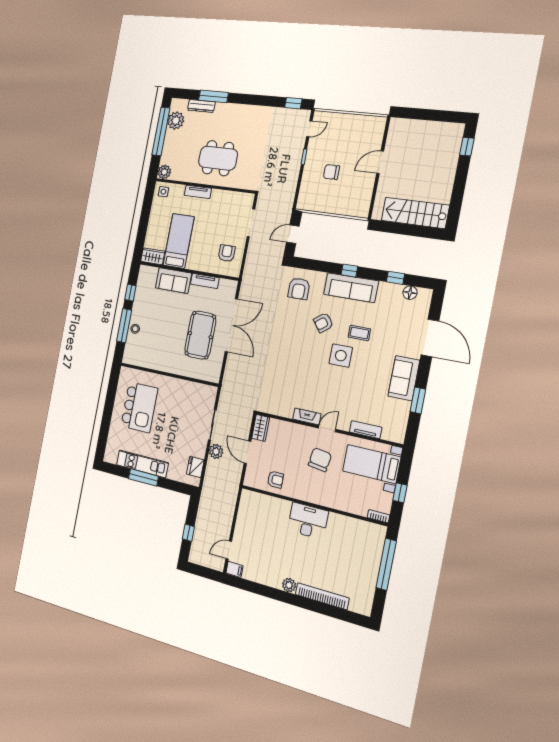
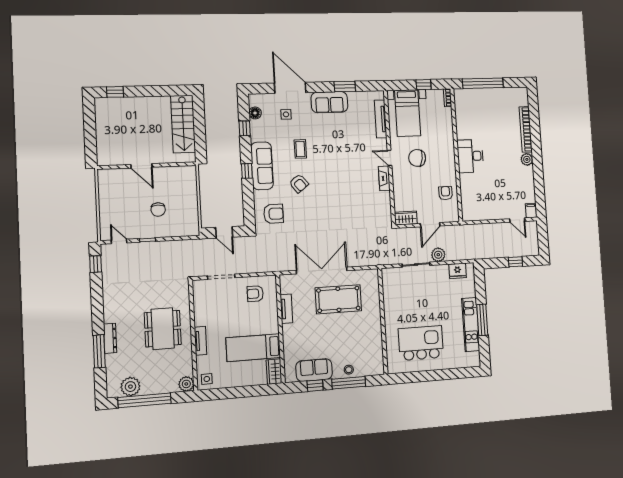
dresser: (201, 106) -> (110, 338), moved
sofa: (173, 281) -> (314, 370), moved, turned -90
door: (430, 338) -> (290, 88), hinge flipped
side table: (341, 356) -> (286, 114), moved, width x0.54, depth x0.54
tv unit: (366, 430) -> (381, 119), width x1.41

